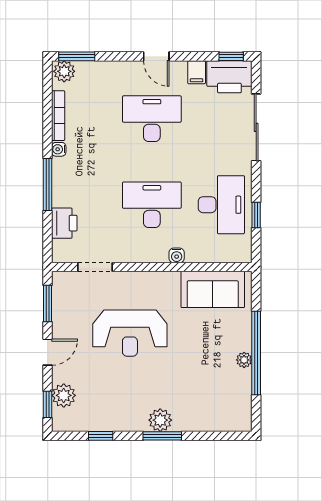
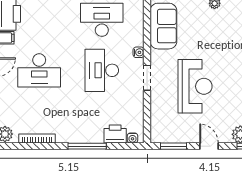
desk: (152, 119) -> (39, 70), turned -90
water cooler: (59, 149) -> (133, 138), moved
doorway: (95, 267) -> (147, 78), moved

